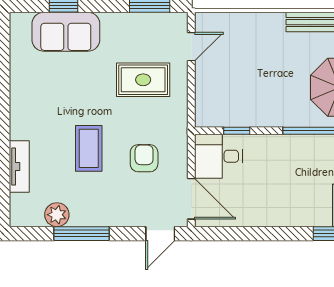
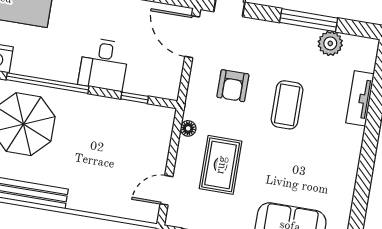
rug: (143, 80) -> (221, 165), turned 90
floor lamp: (180, 110) -> (188, 128), added
desk: (218, 156) -> (104, 64), moved, turned 90

